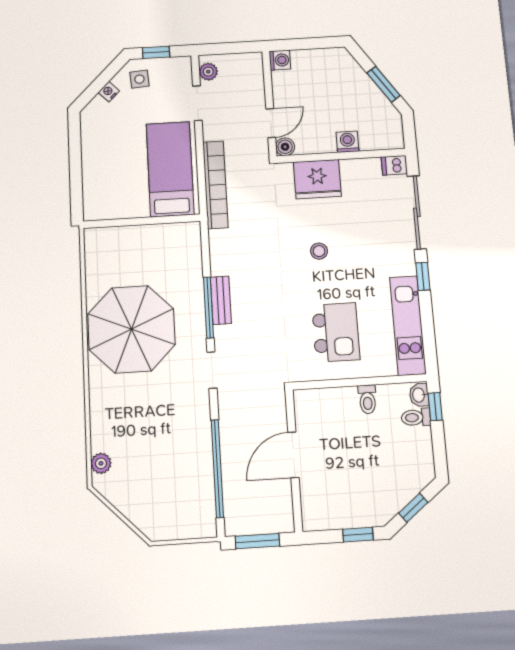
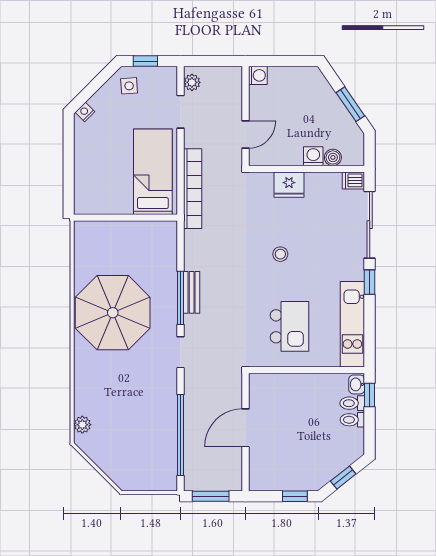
nightstand: (109, 92) -> (85, 112), moved
boiler: (285, 147) -> (333, 157), moved
fridge: (317, 179) -> (289, 185), width x0.73, depth x0.75
toilet: (367, 399) -> (352, 420), moved, turned 90

